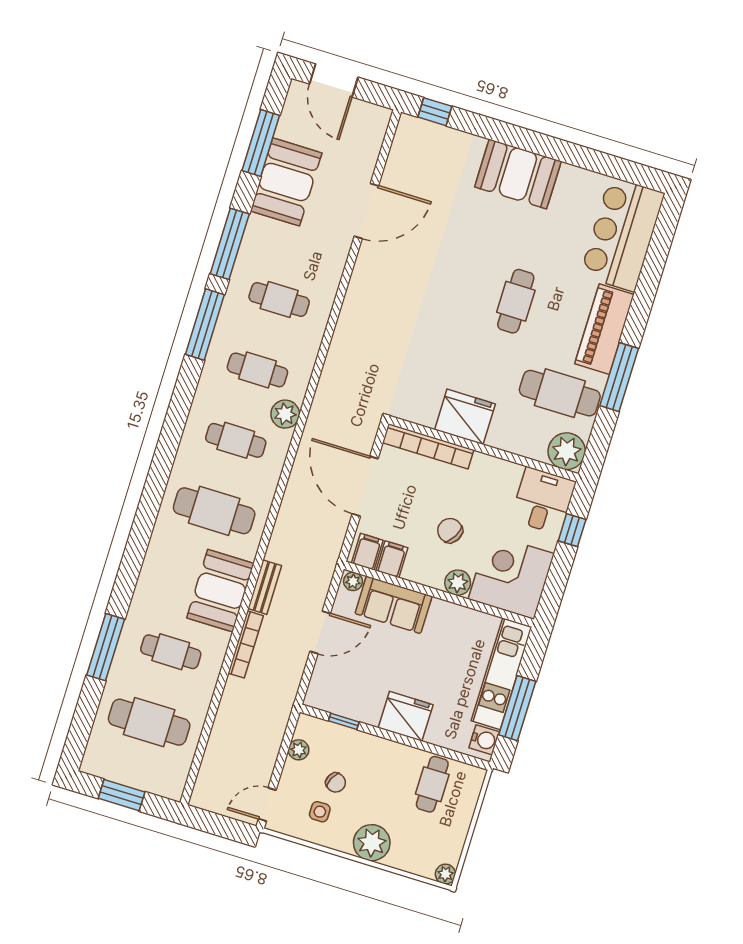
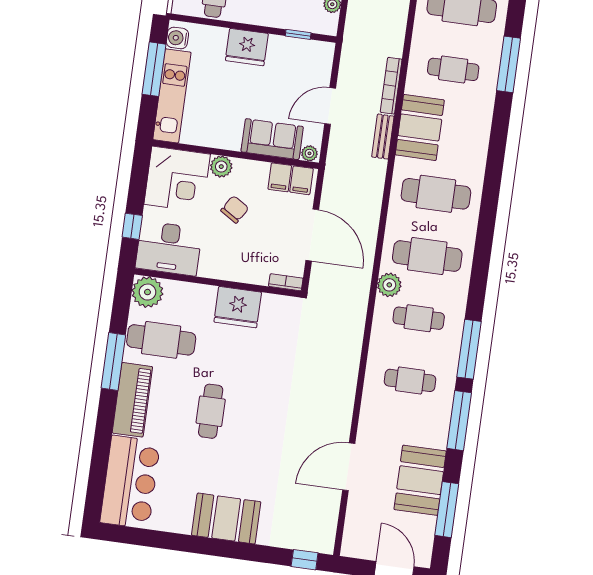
cafe table: (236, 440) -> (427, 256), width x1.37, depth x1.35
bookcase: (428, 446) -> (286, 282), width x0.43, depth x0.76
desk: (543, 501) -> (169, 248), width x1.37
chair: (450, 531) -> (235, 209), turned -88

